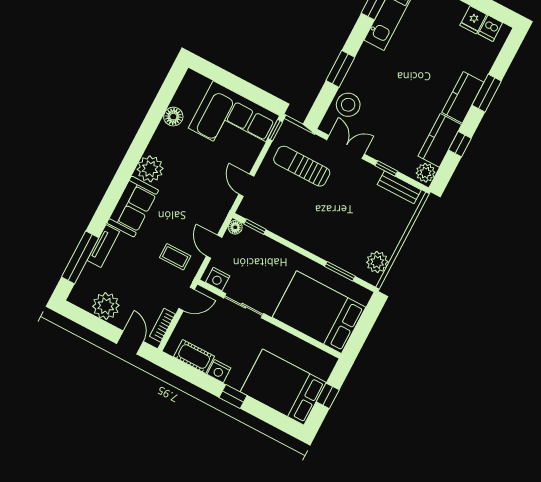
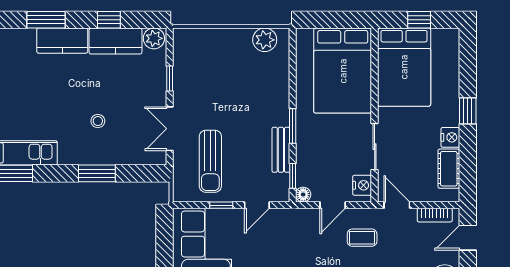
stool: (348, 105) -> (98, 121), moved, width x0.53, depth x0.53
window: (275, 130) -> (221, 205), moved
bench: (399, 187) -> (281, 150), moved
coffee table: (175, 257) -> (362, 238), turned 90
window: (340, 271) -> (293, 126), moved
bed: (283, 387) -> (404, 67), moved

